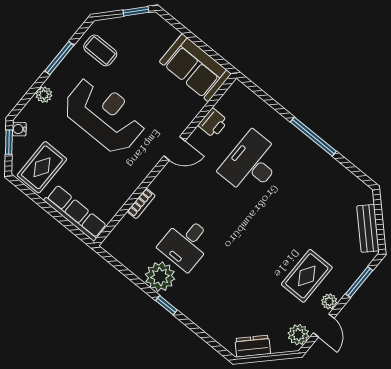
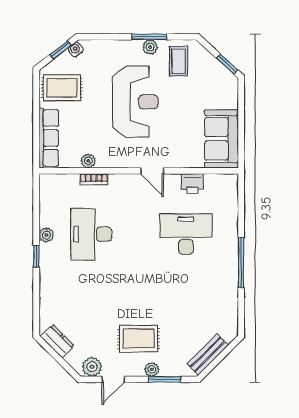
plant: (44, 95) -> (150, 47), moved
plant: (122, 195) -> (88, 161), added
desk: (186, 243) -> (91, 234), width x1.37
plant: (160, 277) -> (46, 235), width x0.53, depth x0.53
plant: (329, 301) -> (152, 369), moved

